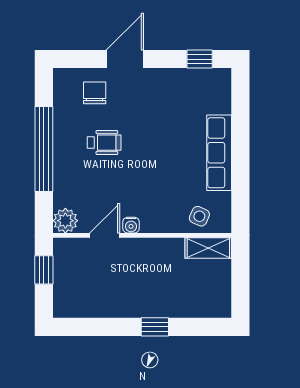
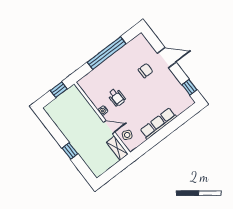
chair: (95, 93) -> (145, 71), moved
wheelchair: (104, 143) -> (117, 97), moved
plant: (65, 221) -> (85, 83), removed
door: (105, 235) -> (109, 127), moved

